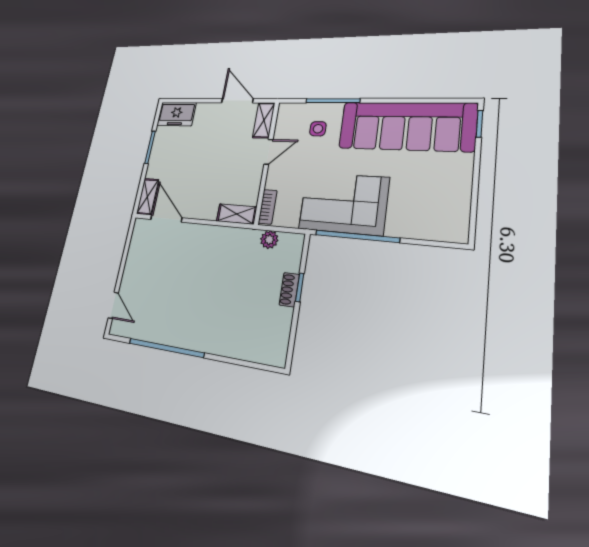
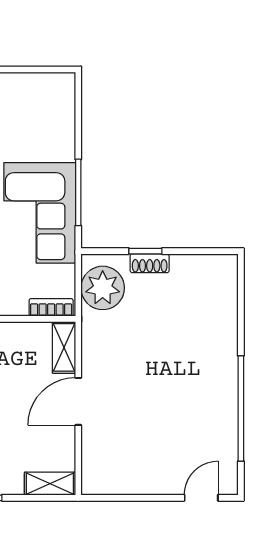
door: (166, 219) -> (78, 401), moved
window: (357, 236) -> (78, 192), width x0.68
plant: (269, 240) -> (103, 288), width x1.87, depth x1.87

